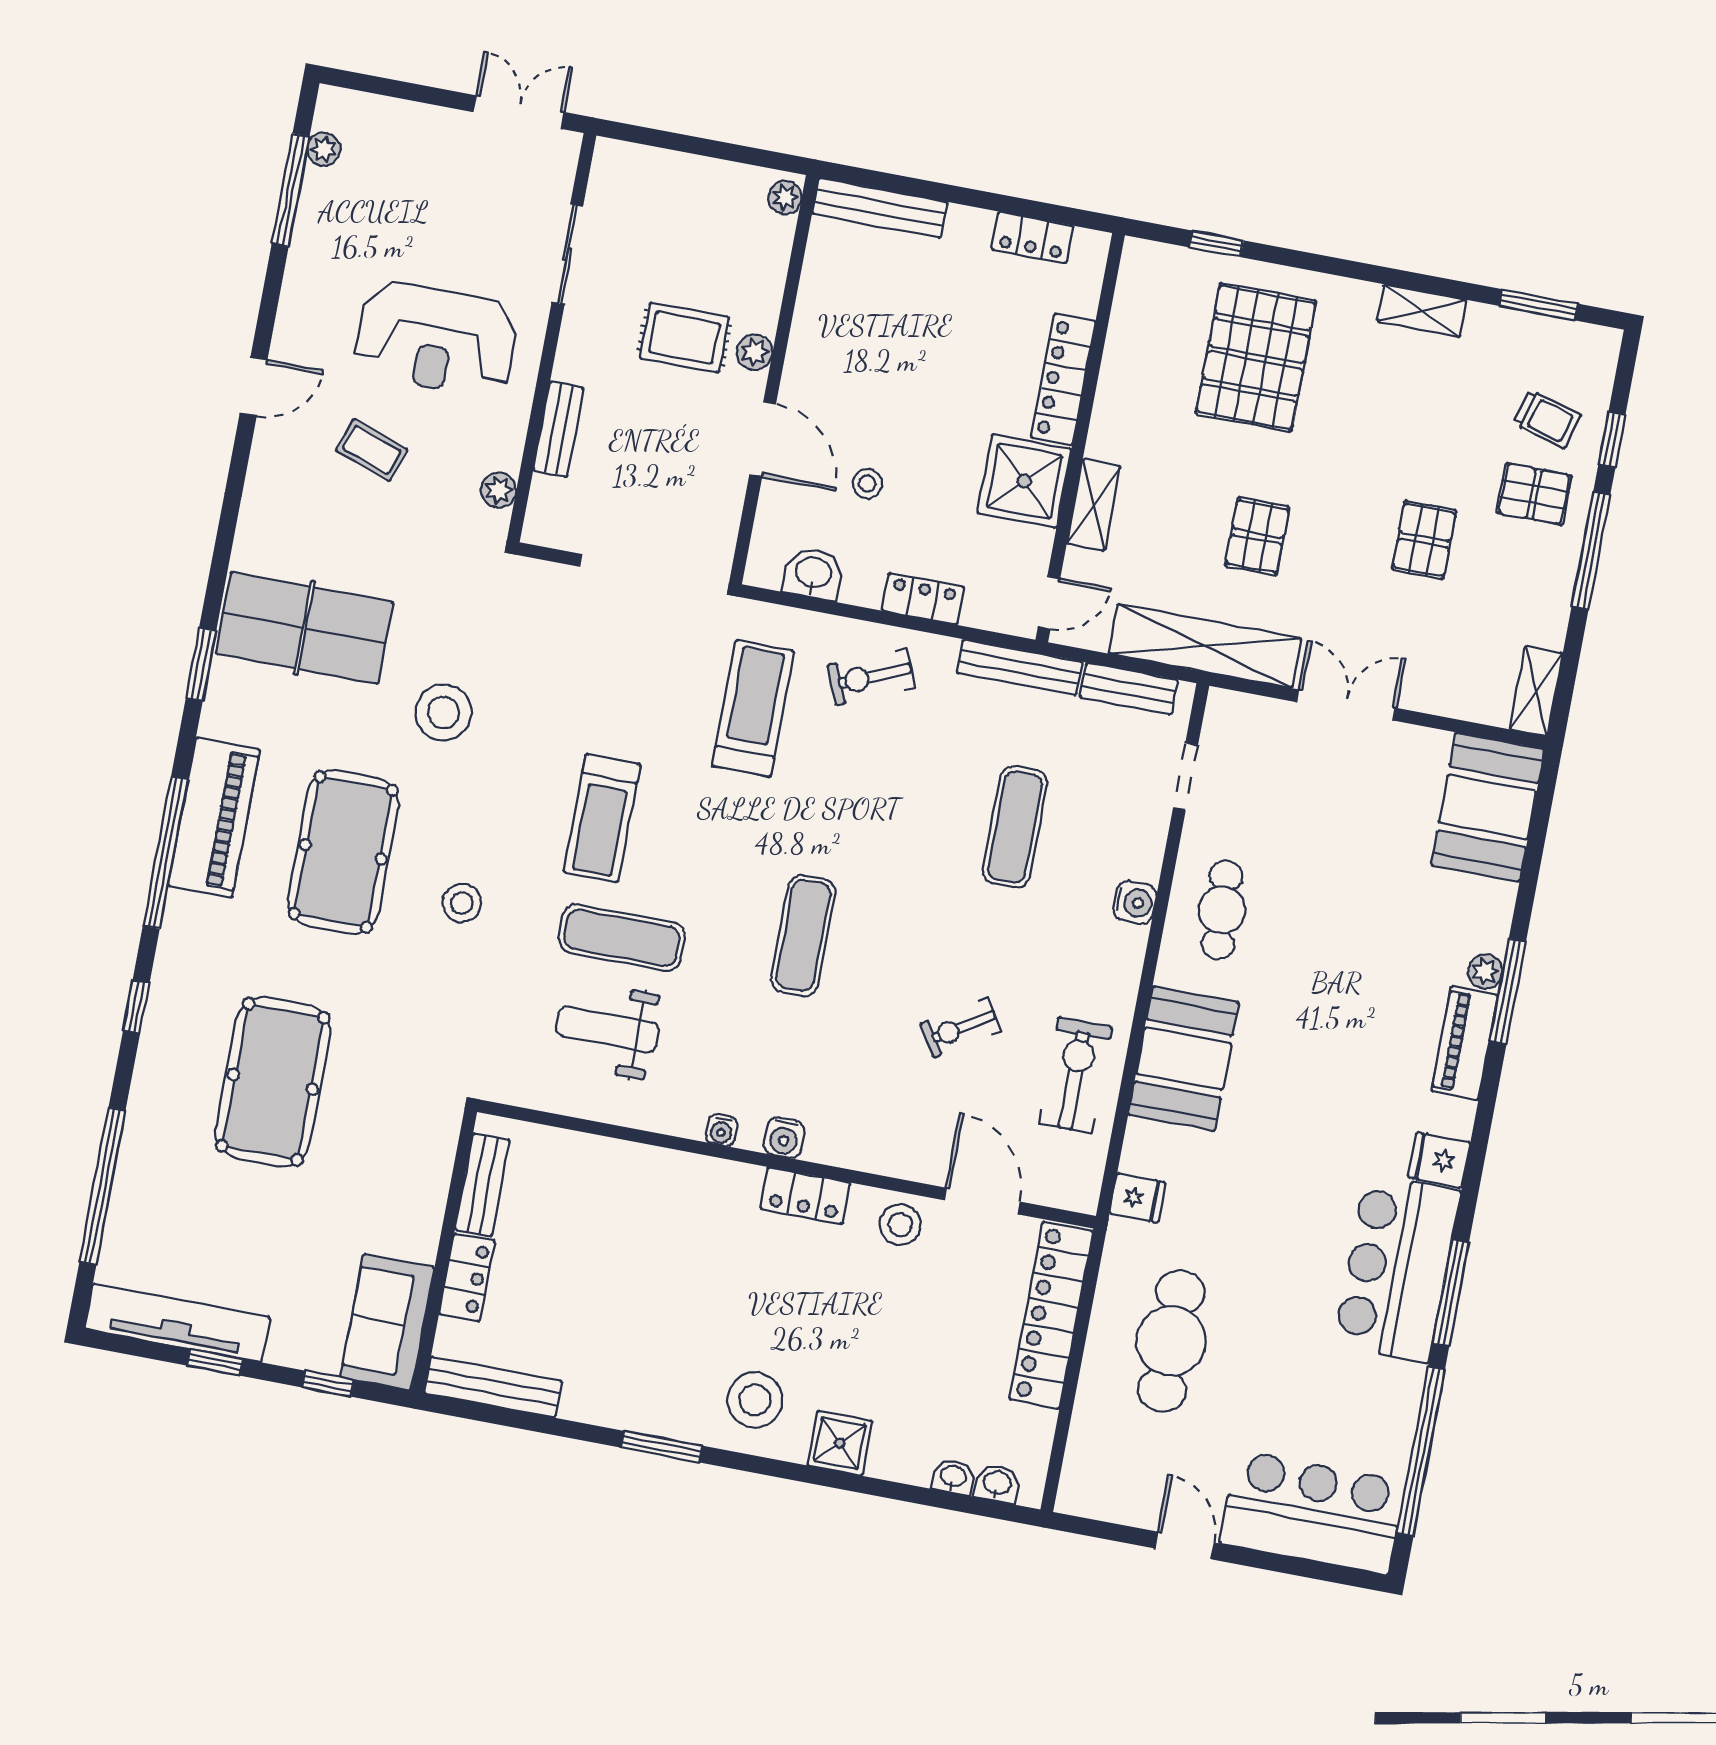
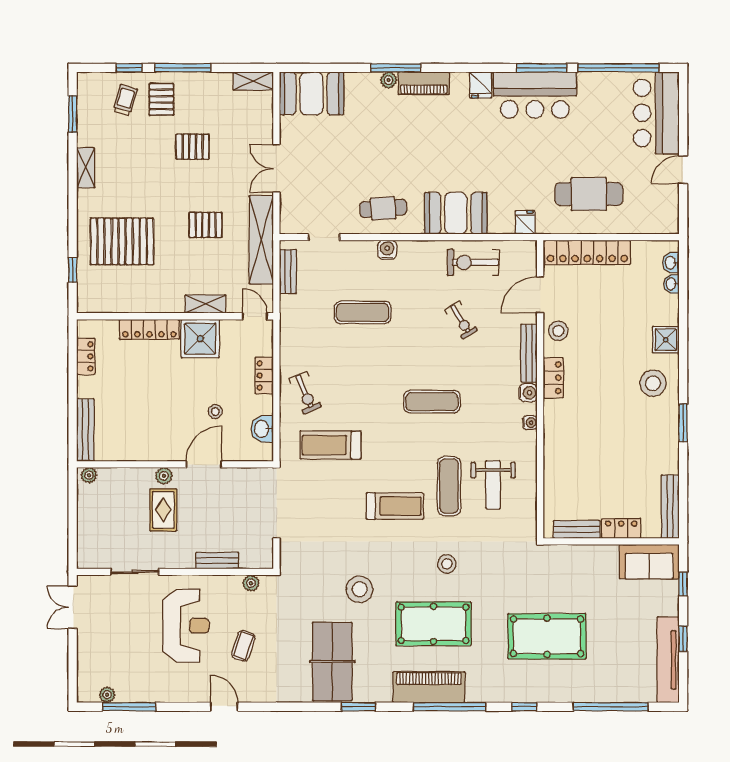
bench: (1020, 667) -> (529, 353), moved

